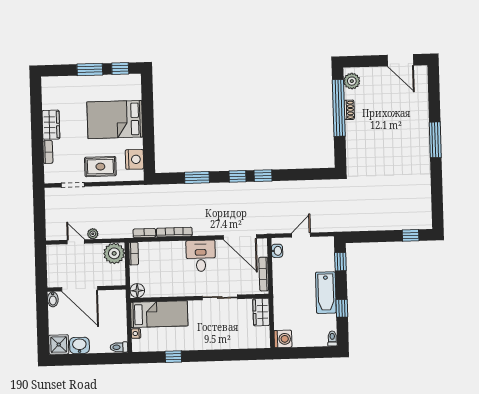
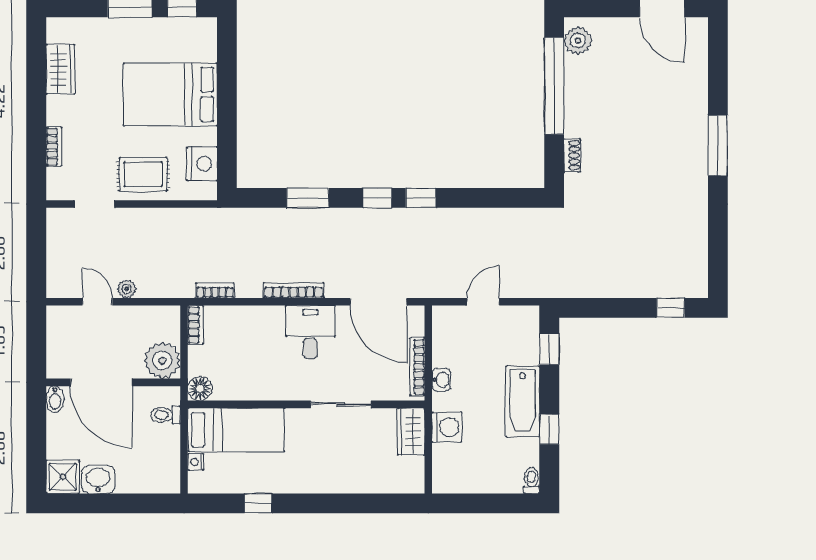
shoe rack: (349, 110) -> (572, 155), moved
wardrobe: (51, 125) -> (60, 69), moved
bookcase: (174, 232) -> (294, 290), moved
washbasin: (277, 251) -> (441, 380), moved
plant: (114, 253) -> (162, 361), moved
washing machine: (283, 339) -> (447, 427), moved
toilet: (119, 347) -> (166, 415), moved

